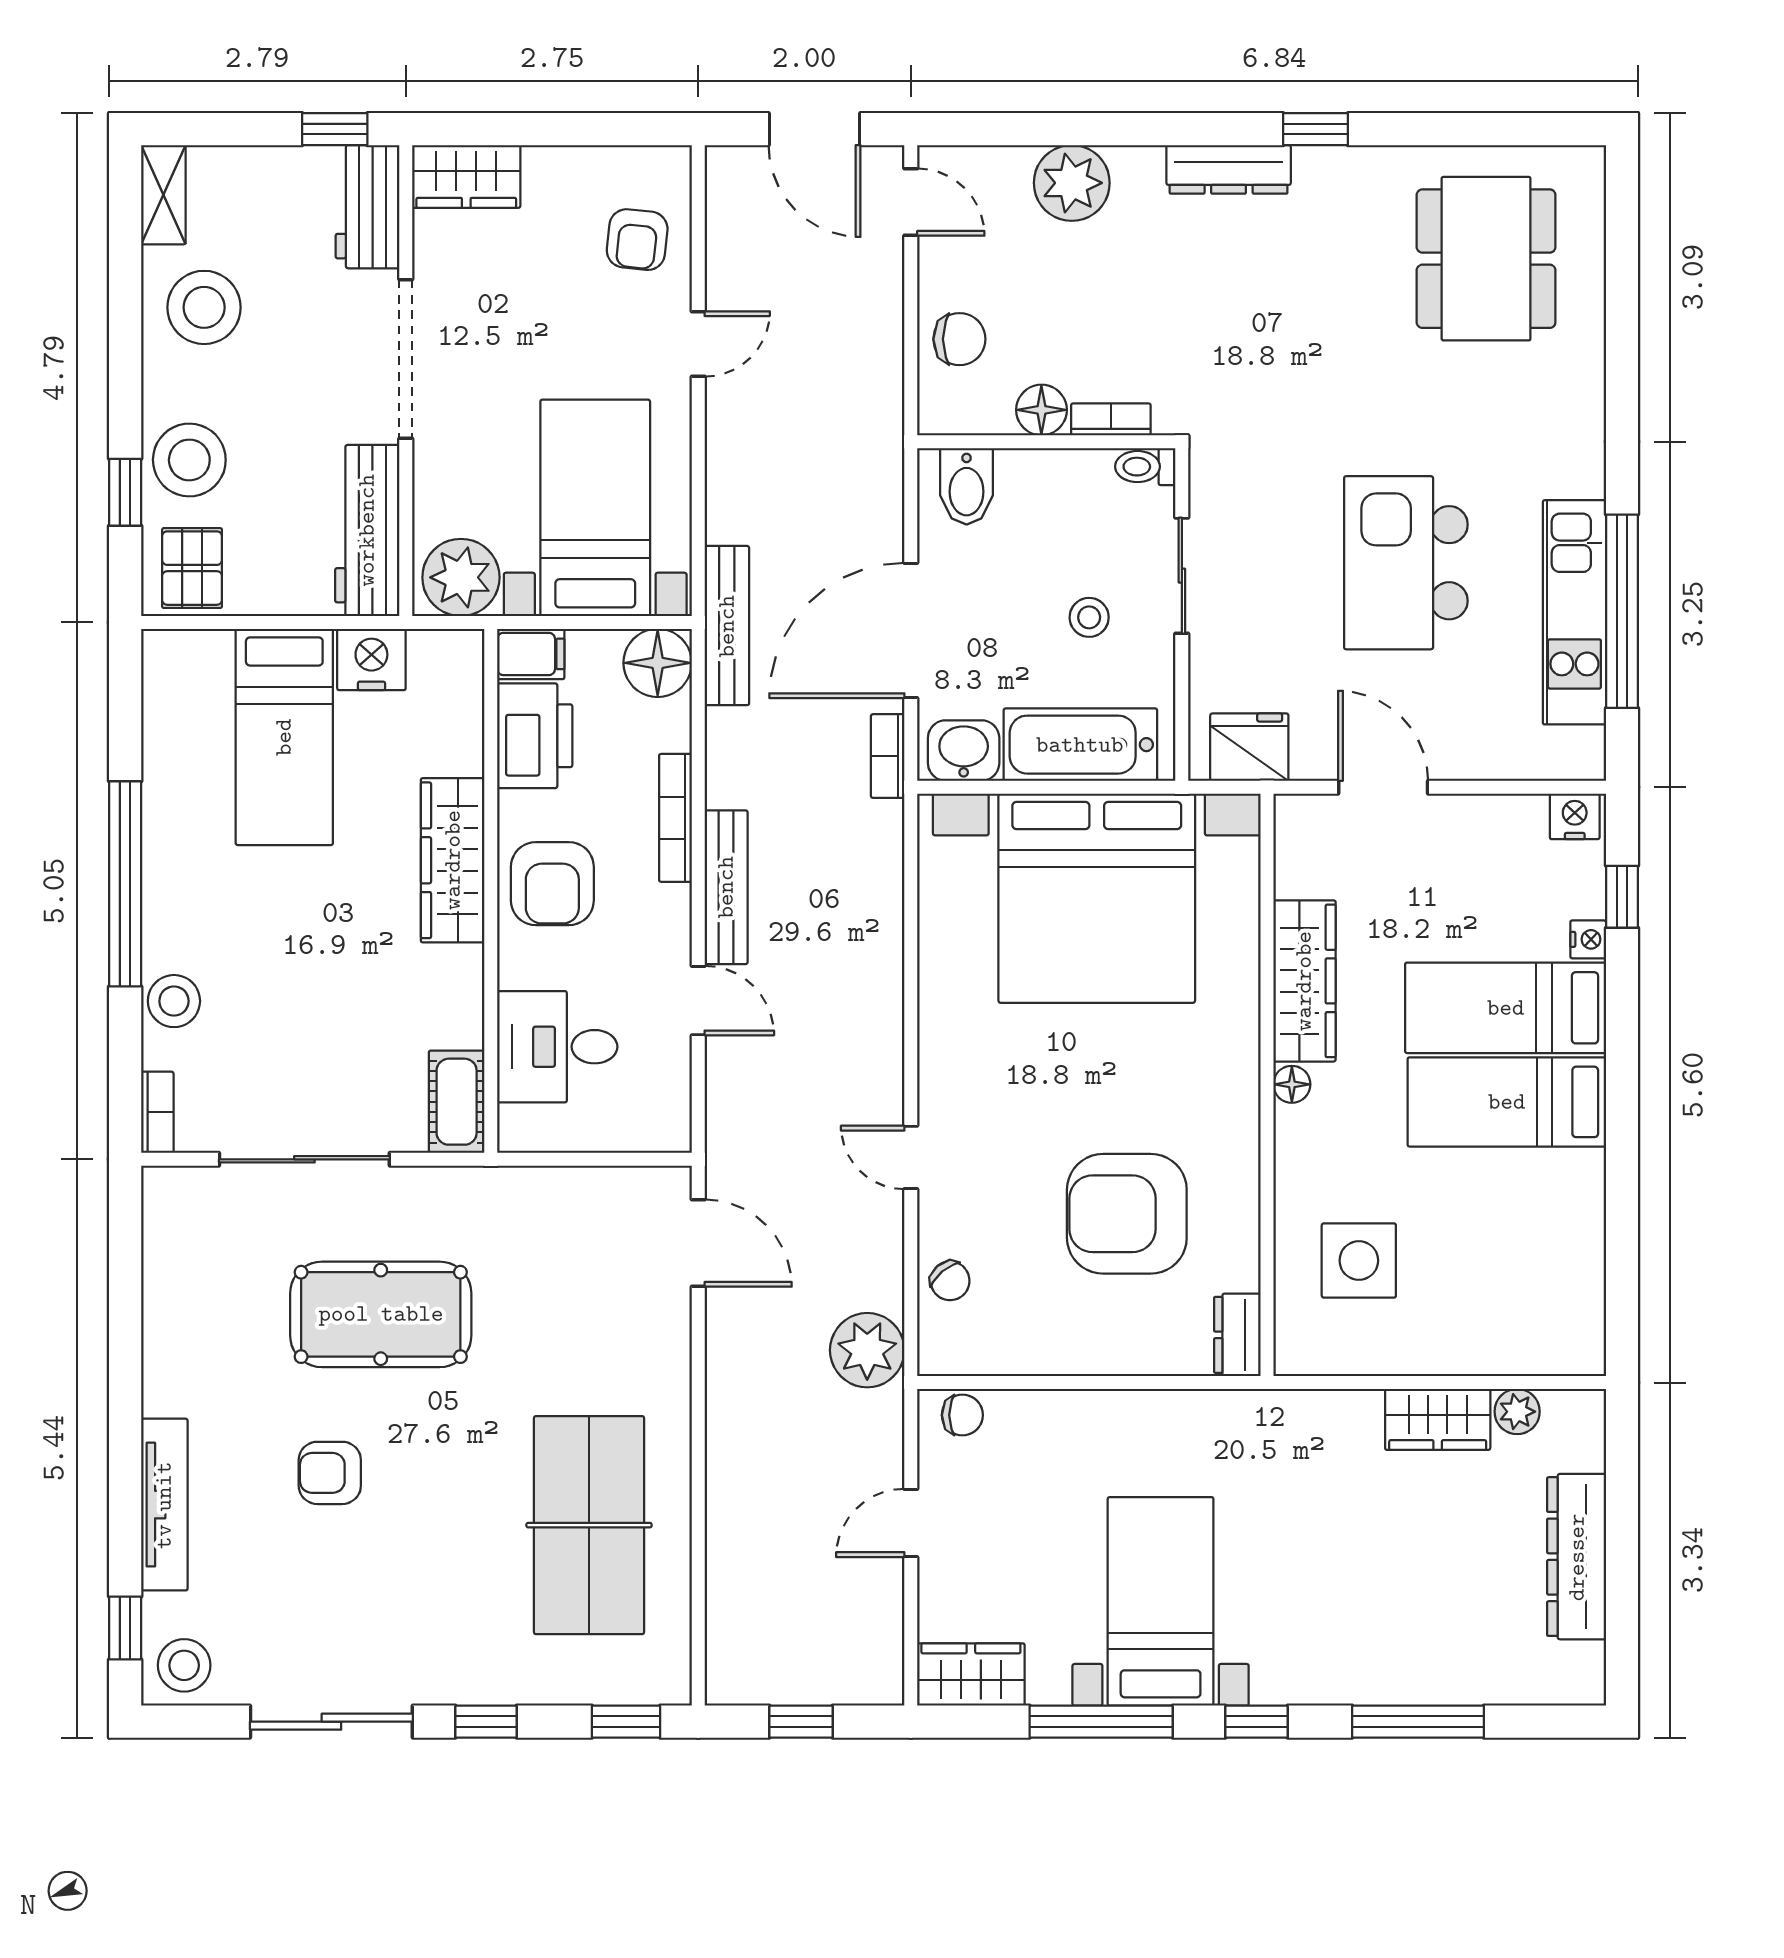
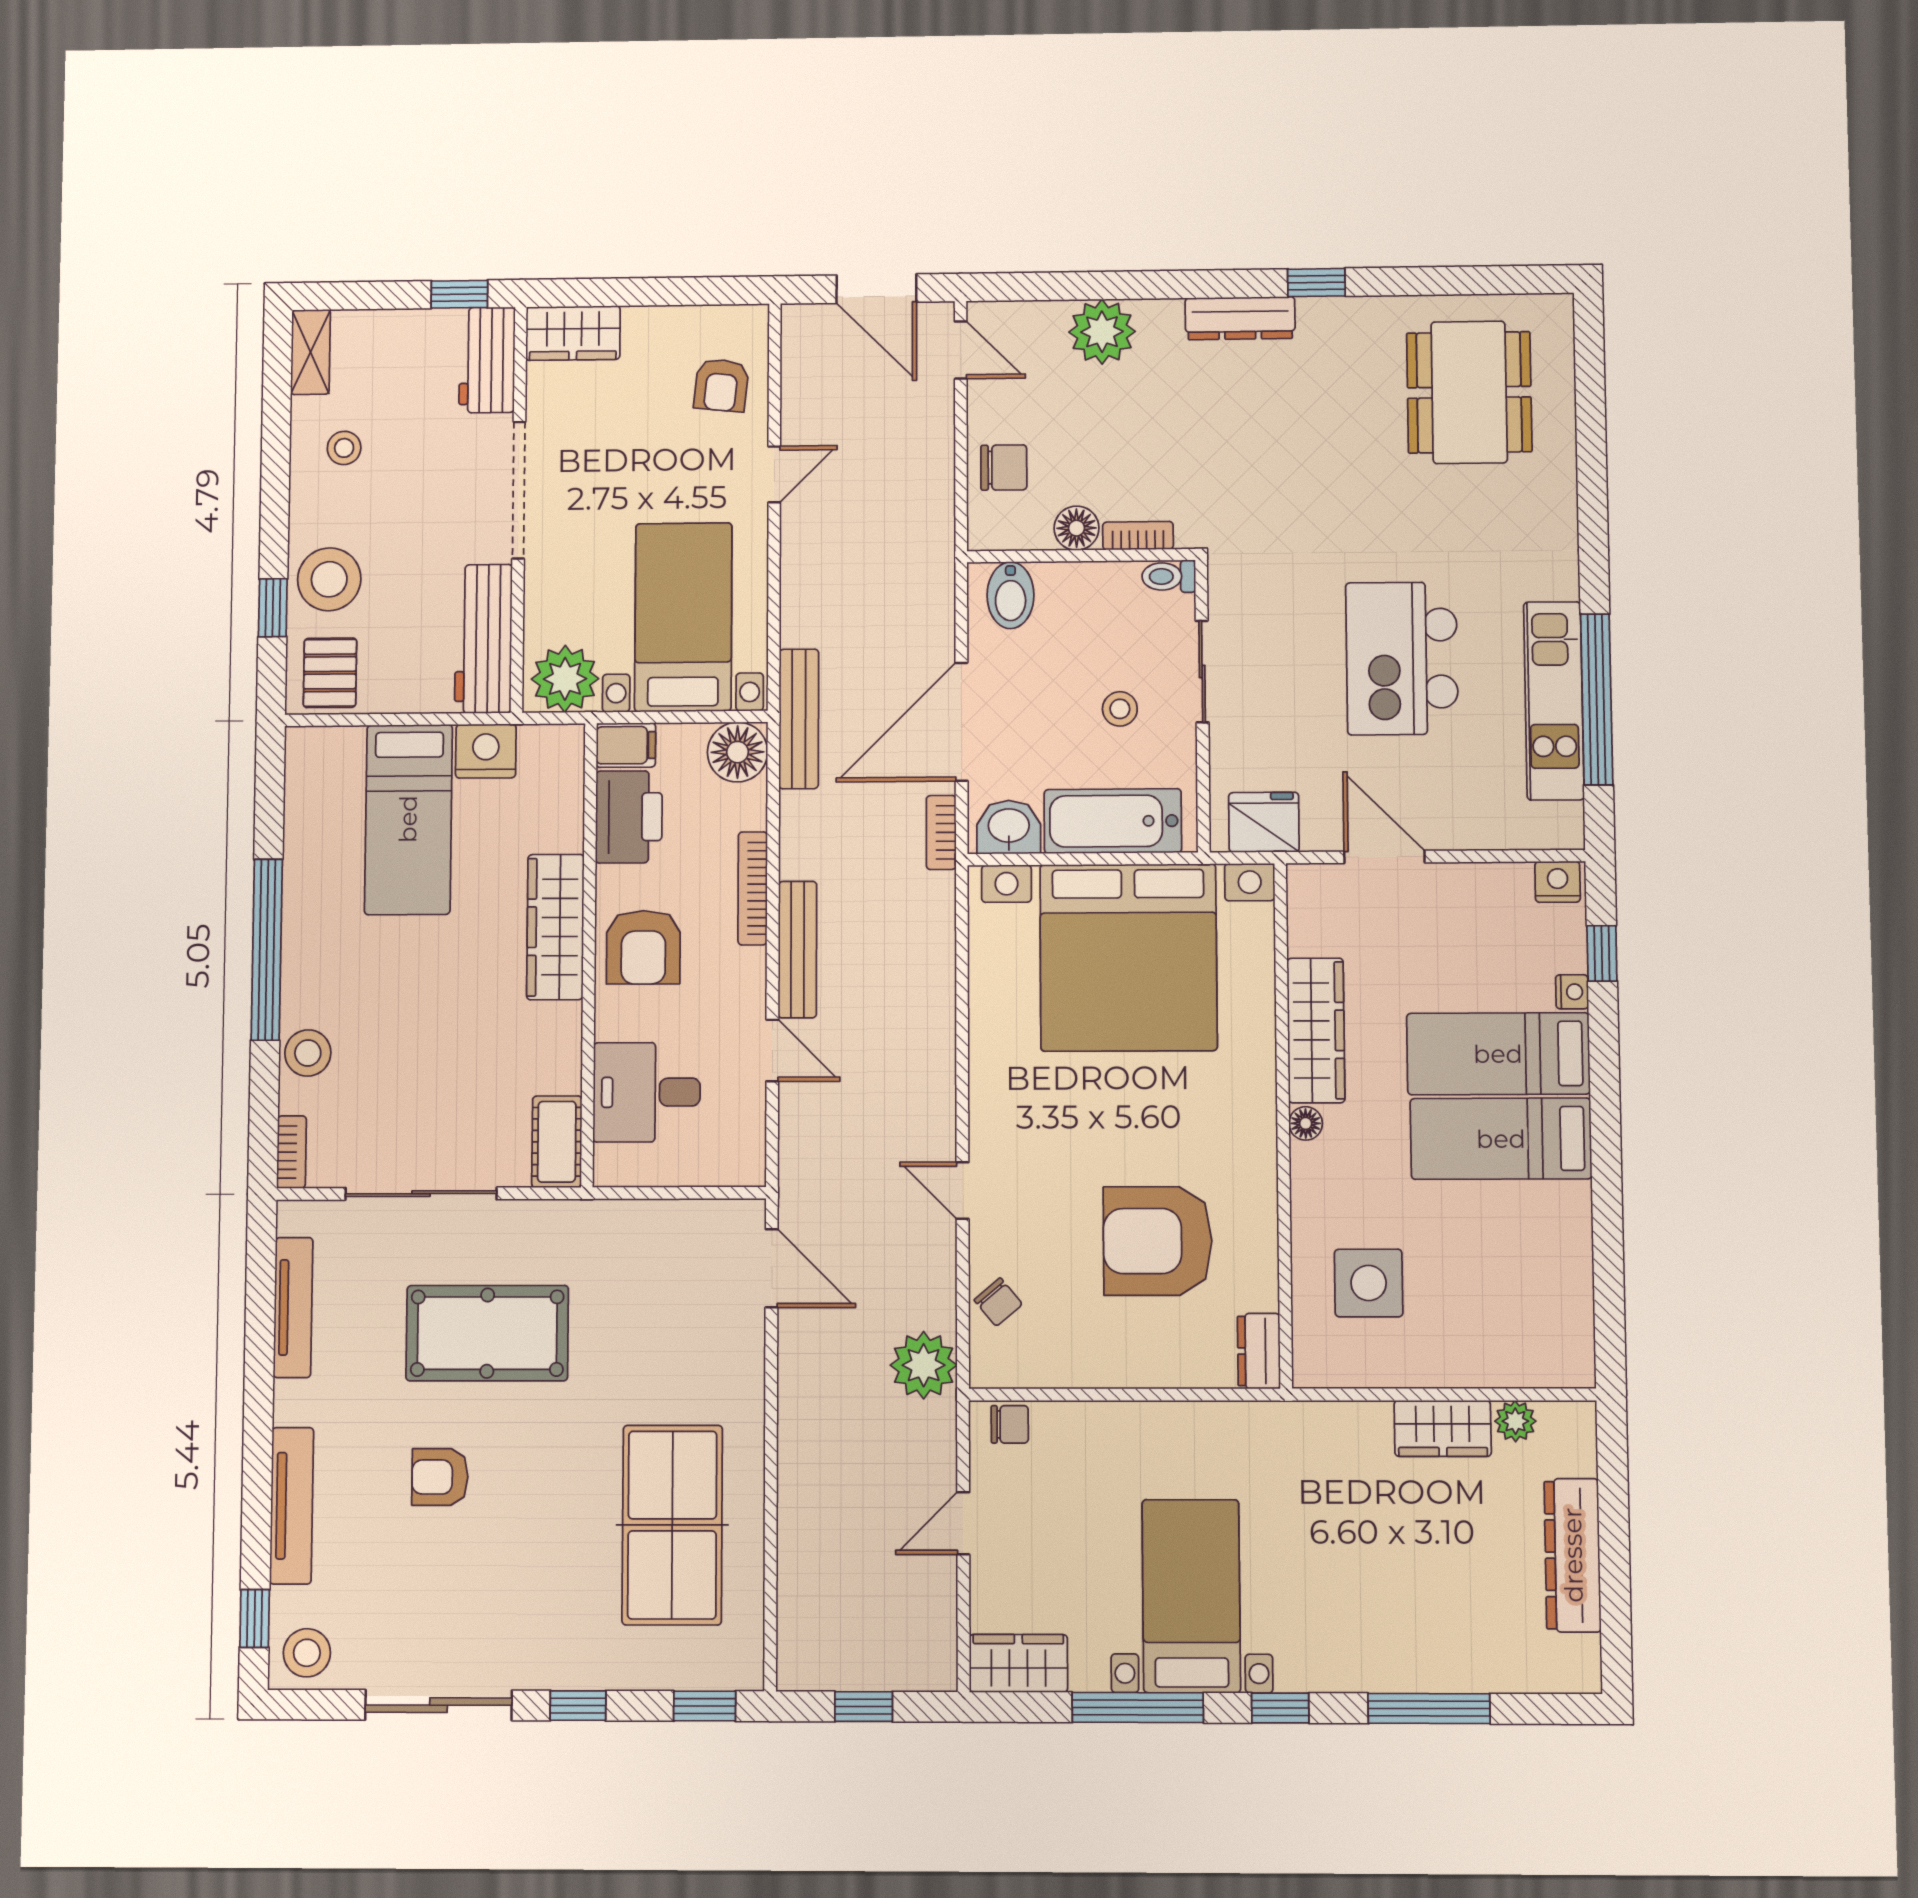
stool: (204, 307) -> (344, 448), width x0.53, depth x0.53
tv unit: (162, 1286) -> (293, 1307), added

